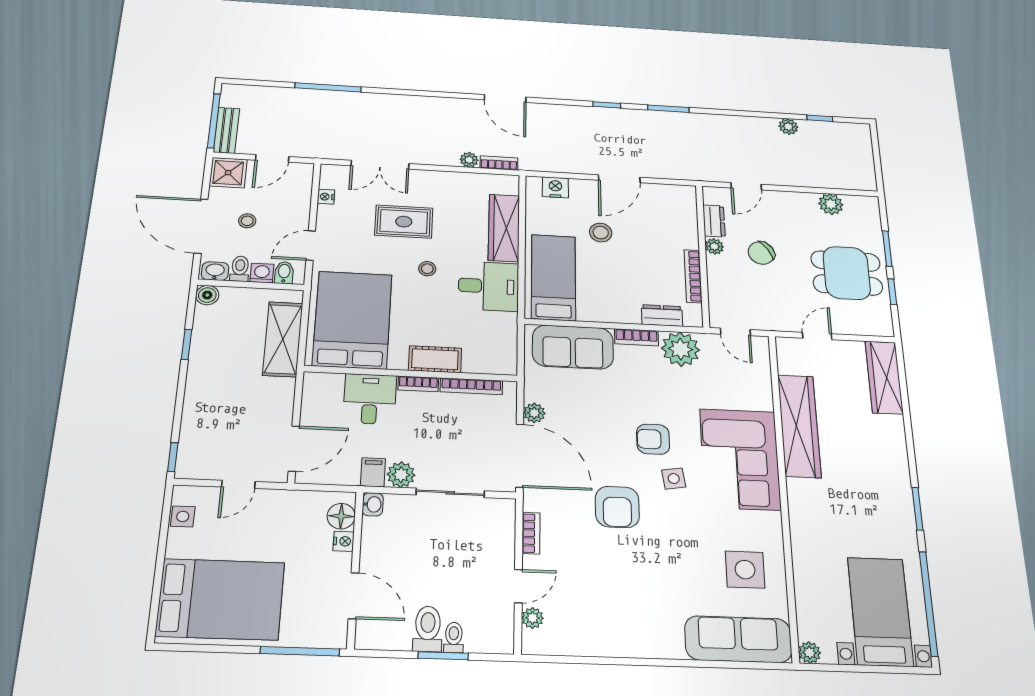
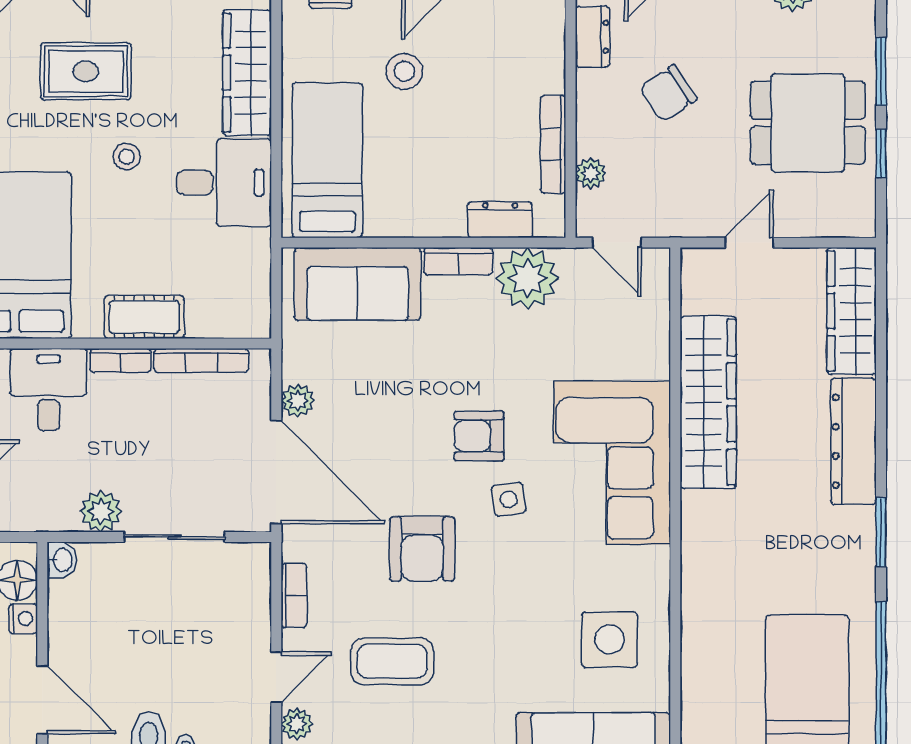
plant: (714, 246) -> (591, 173), moved
dresser: (894, 453) -> (853, 441), added
filing cabinet: (373, 472) -> (60, 509), removed
coffee table: (598, 578) -> (392, 661), added

